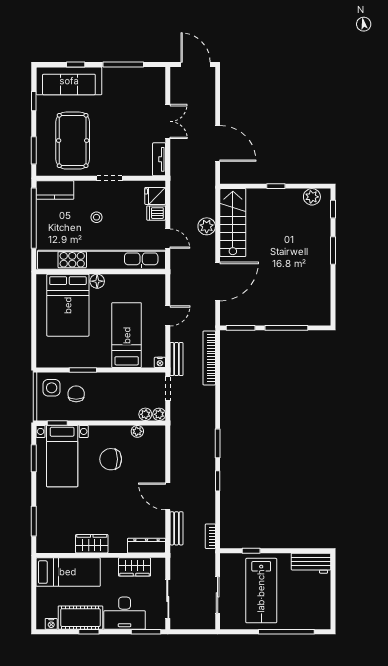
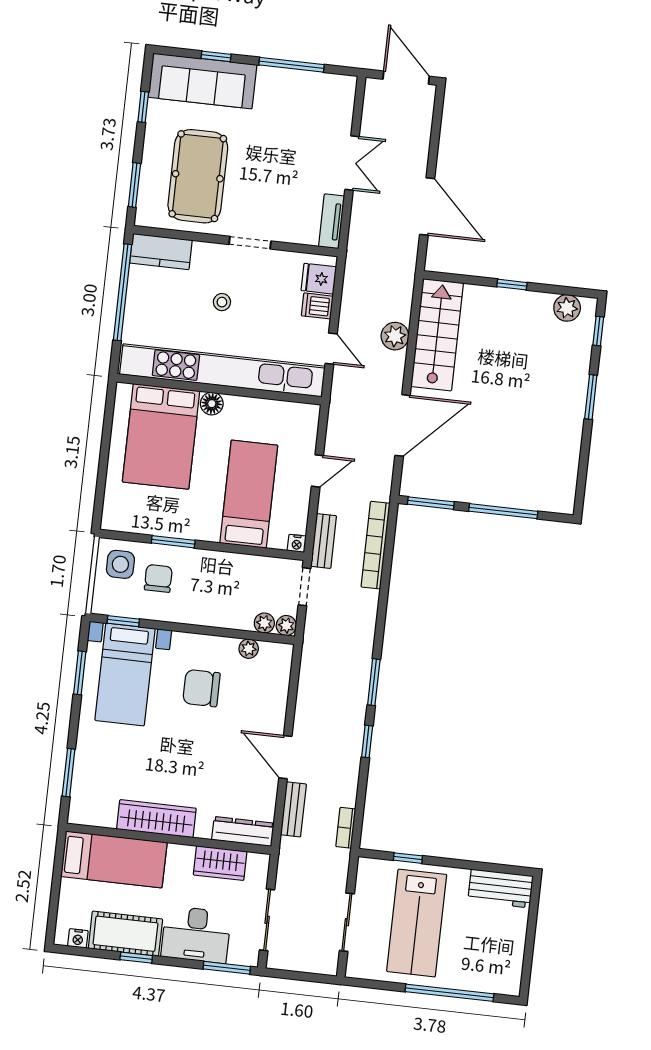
wardrobe: (92, 544) -> (156, 819), width x1.50

